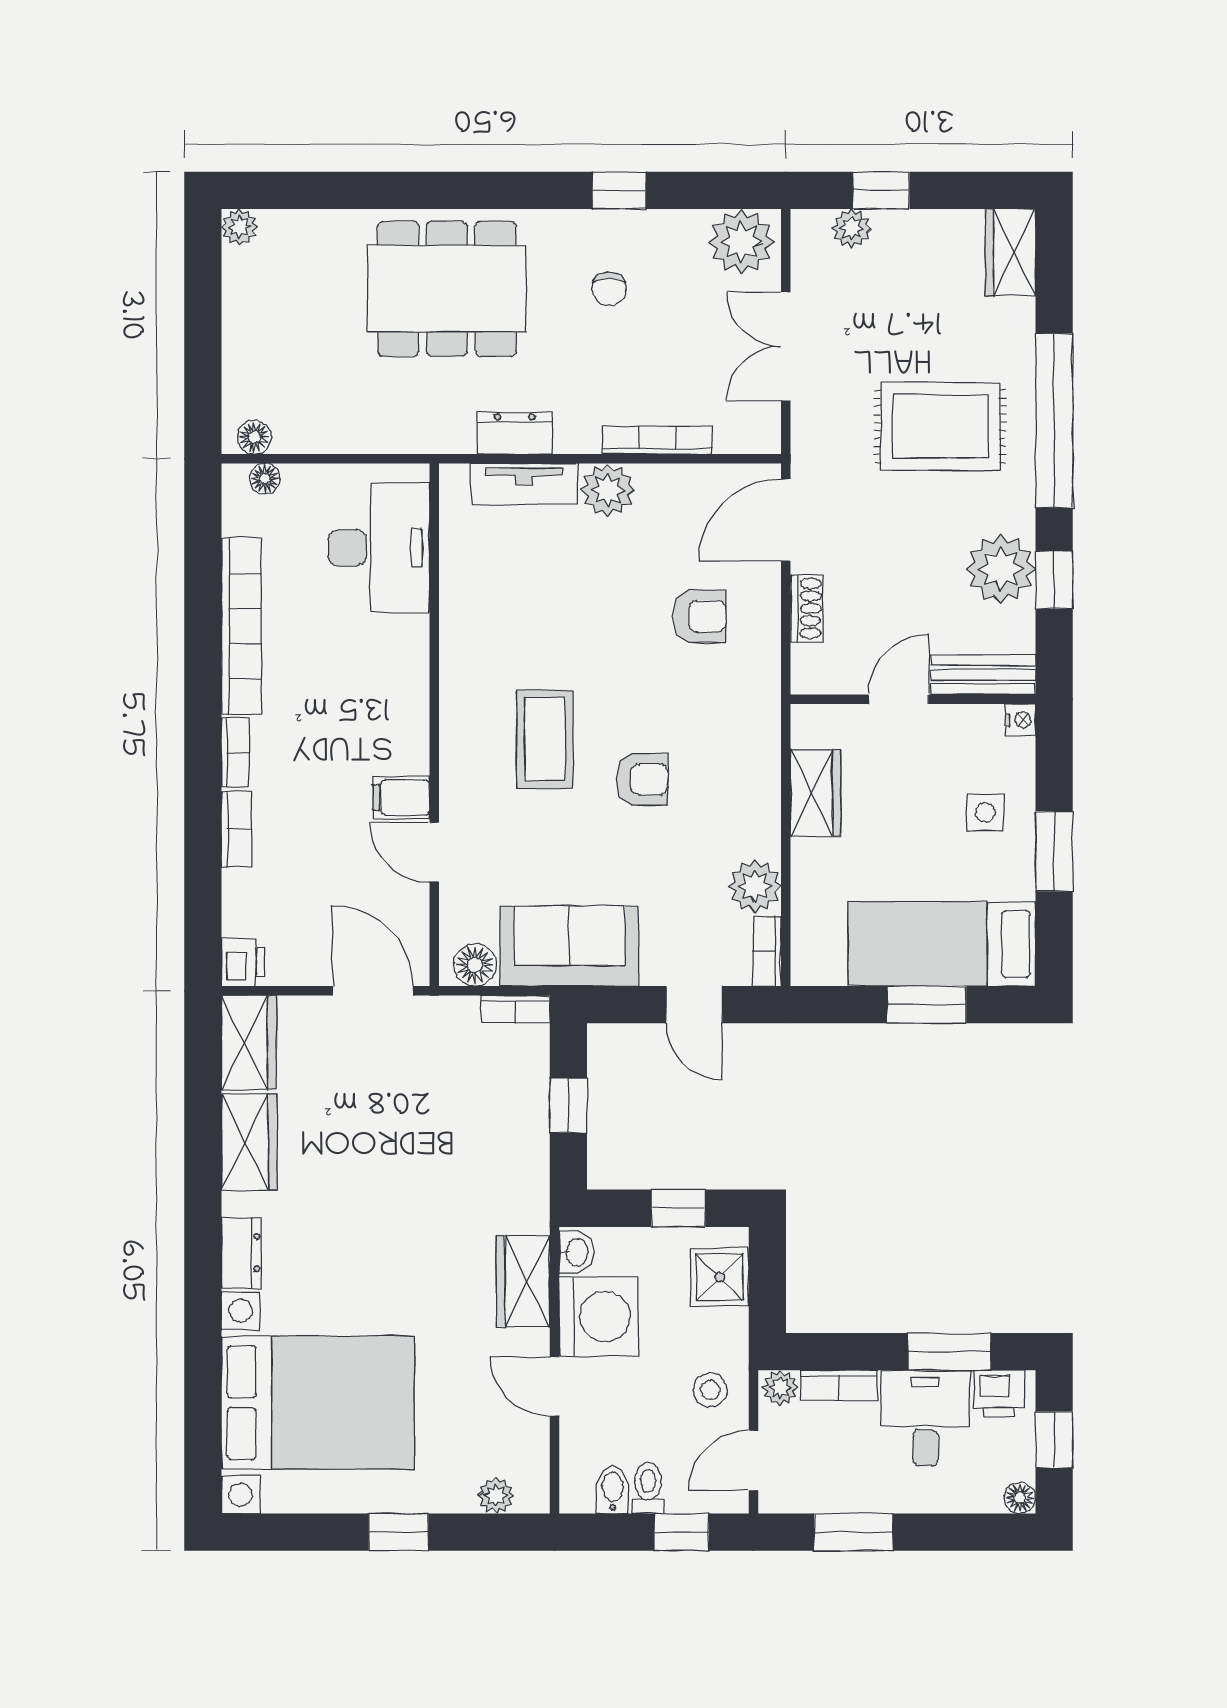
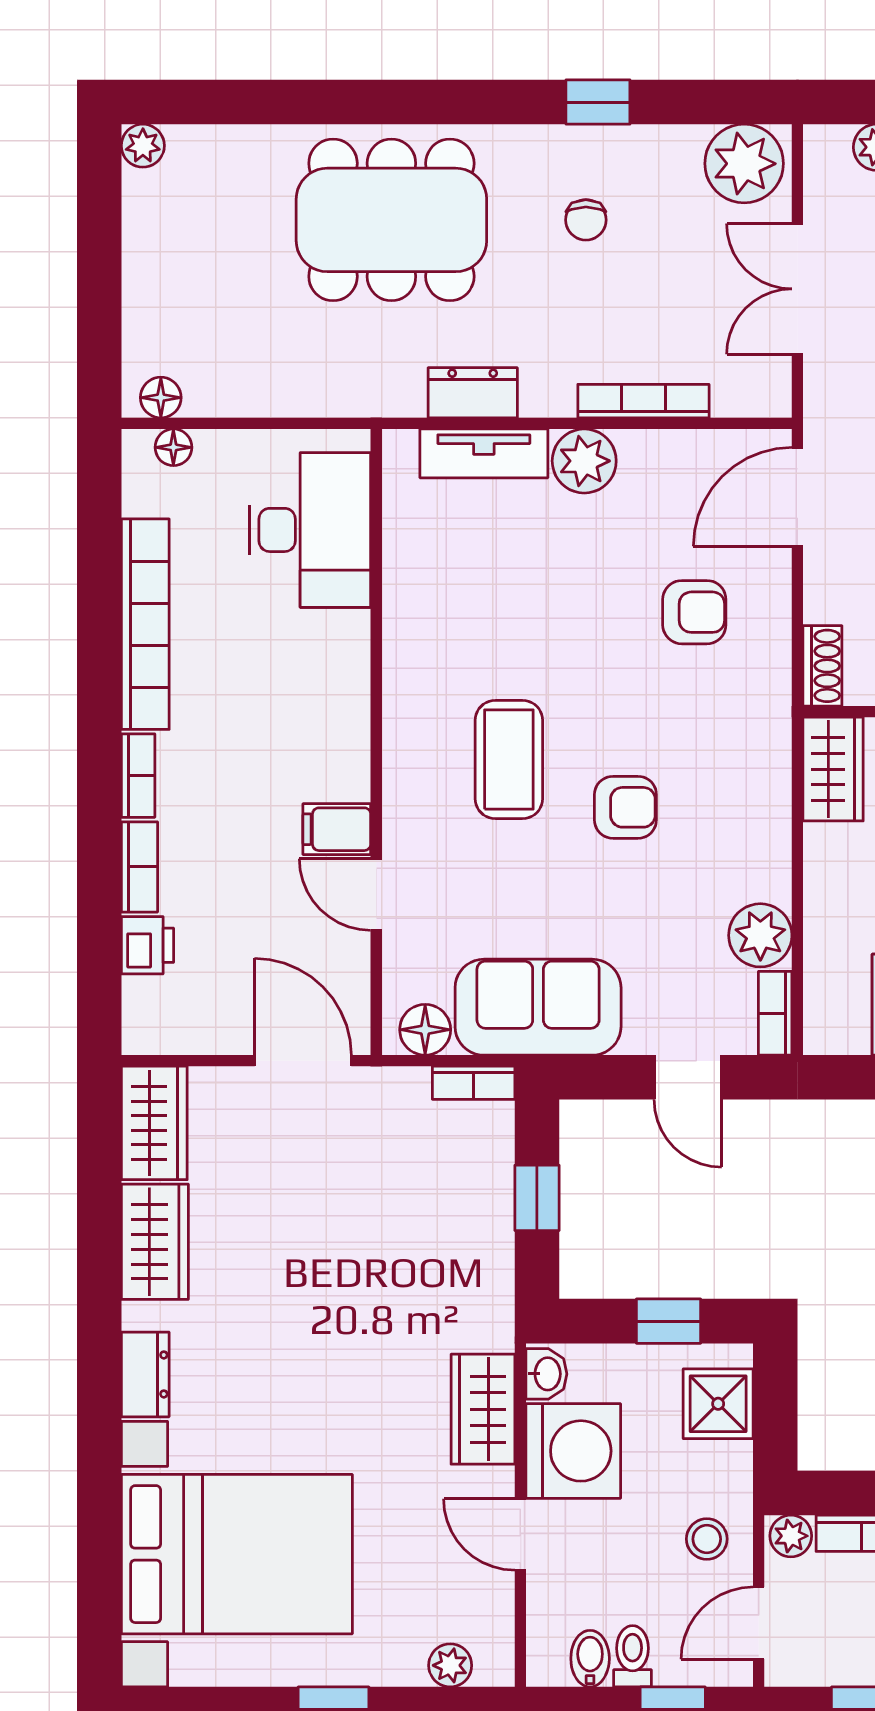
shoe rack: (807, 608) -> (822, 666), moved
wardrobe: (816, 793) -> (833, 769), moved
printer: (243, 962) -> (147, 945), moved

